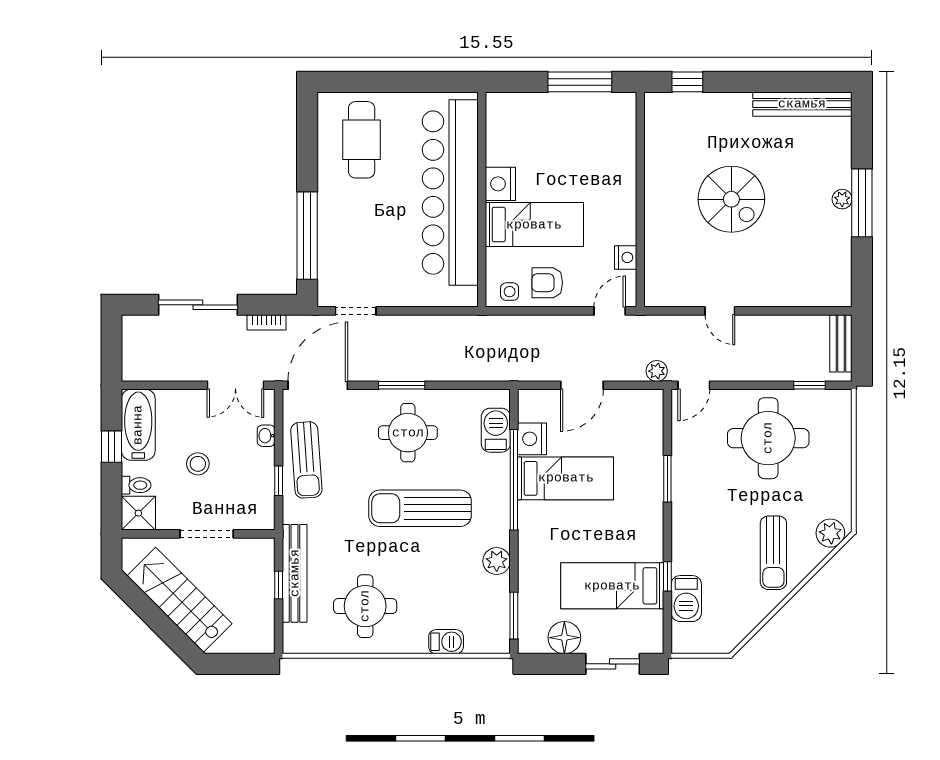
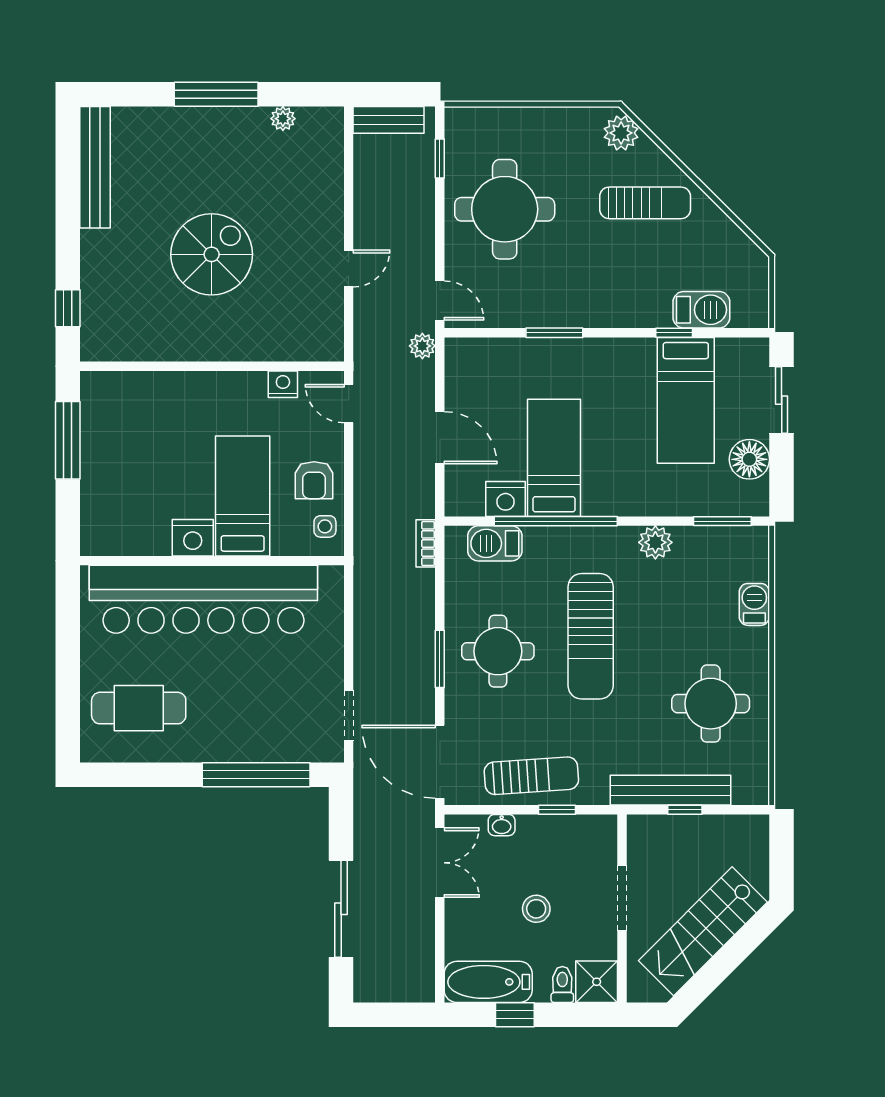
plant: (842, 199) -> (283, 119), moved
bookcase: (267, 322) -> (426, 543), moved, turned 180

